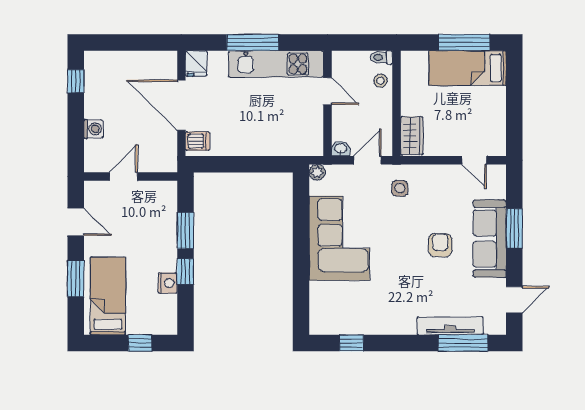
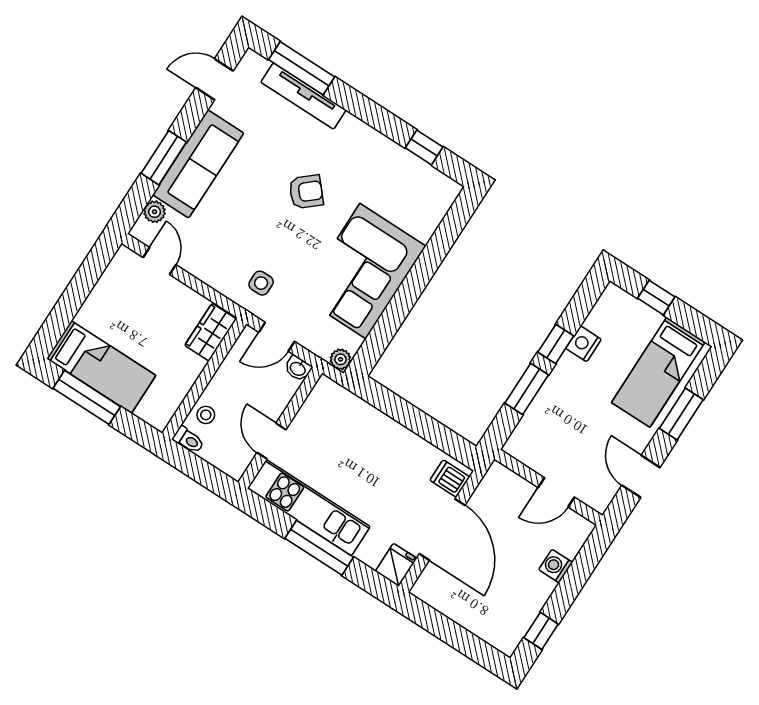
plant: (498, 190) -> (155, 212), added
armchair: (440, 245) -> (306, 192), moved, turned -131

